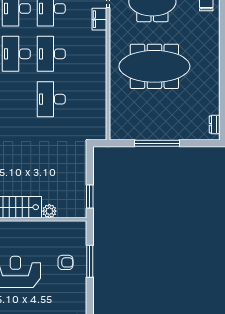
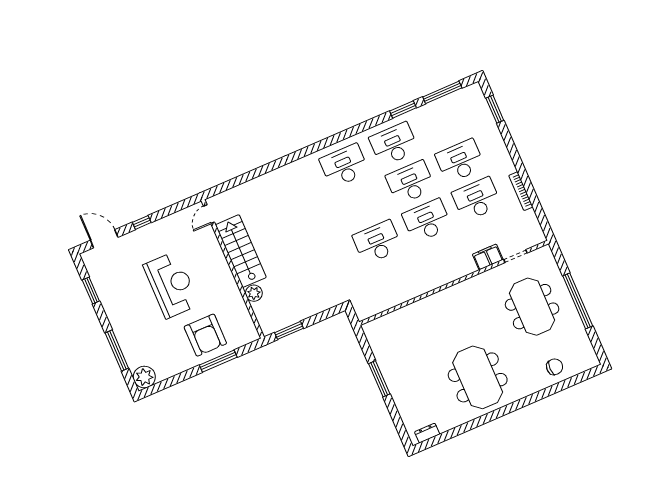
meeting table: (154, 66) -> (478, 377), moved, width x0.73
window: (157, 143) -> (379, 379), width x0.68
armchair: (65, 262) -> (205, 335), width x1.88, depth x1.88

